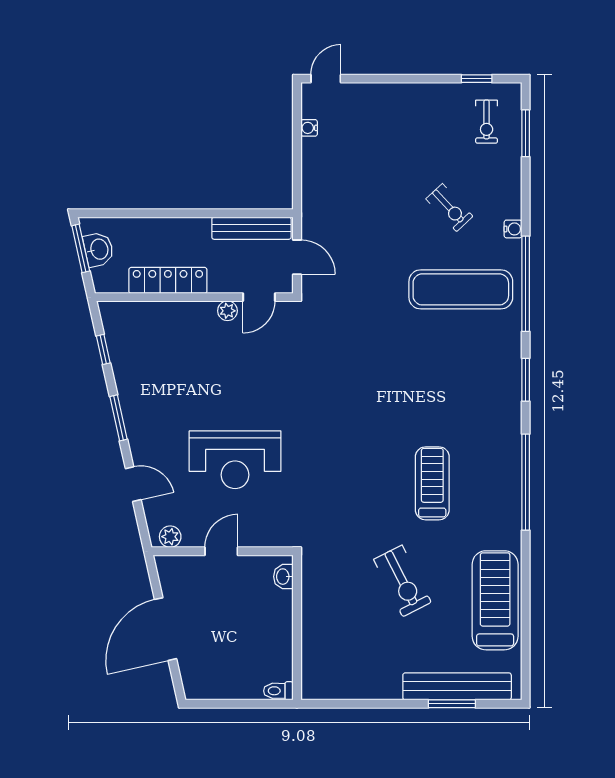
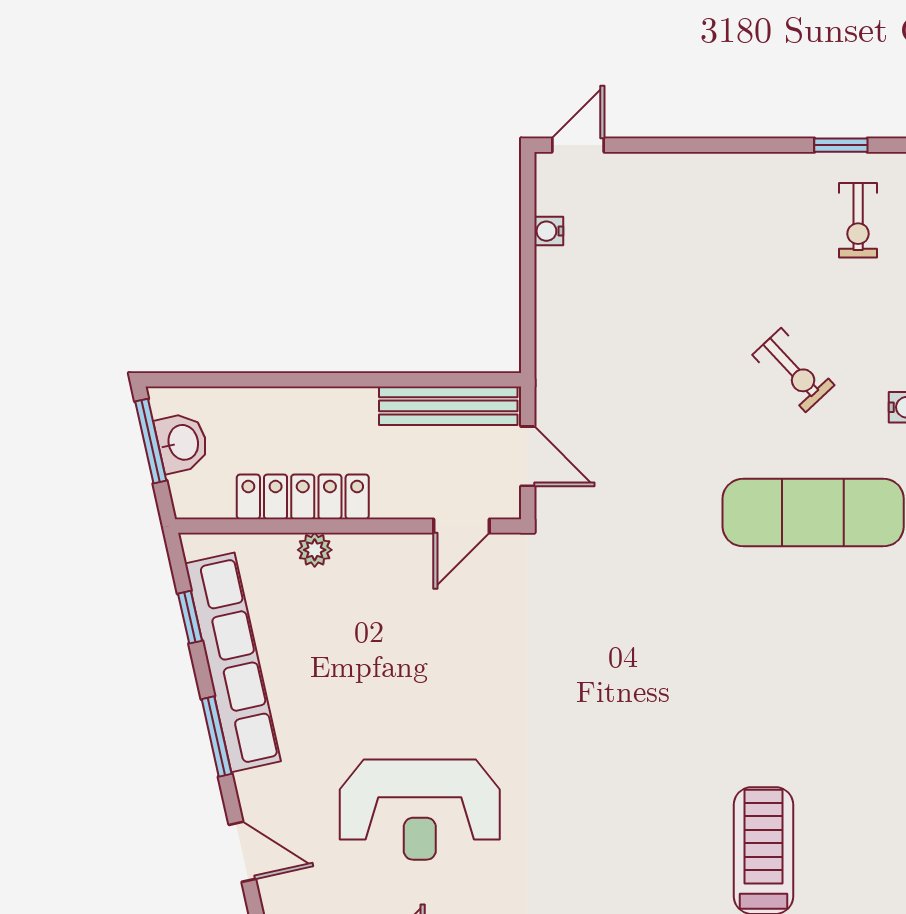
plant: (227, 311) -> (315, 550), moved
row of seats: (128, 375) -> (233, 662), added

